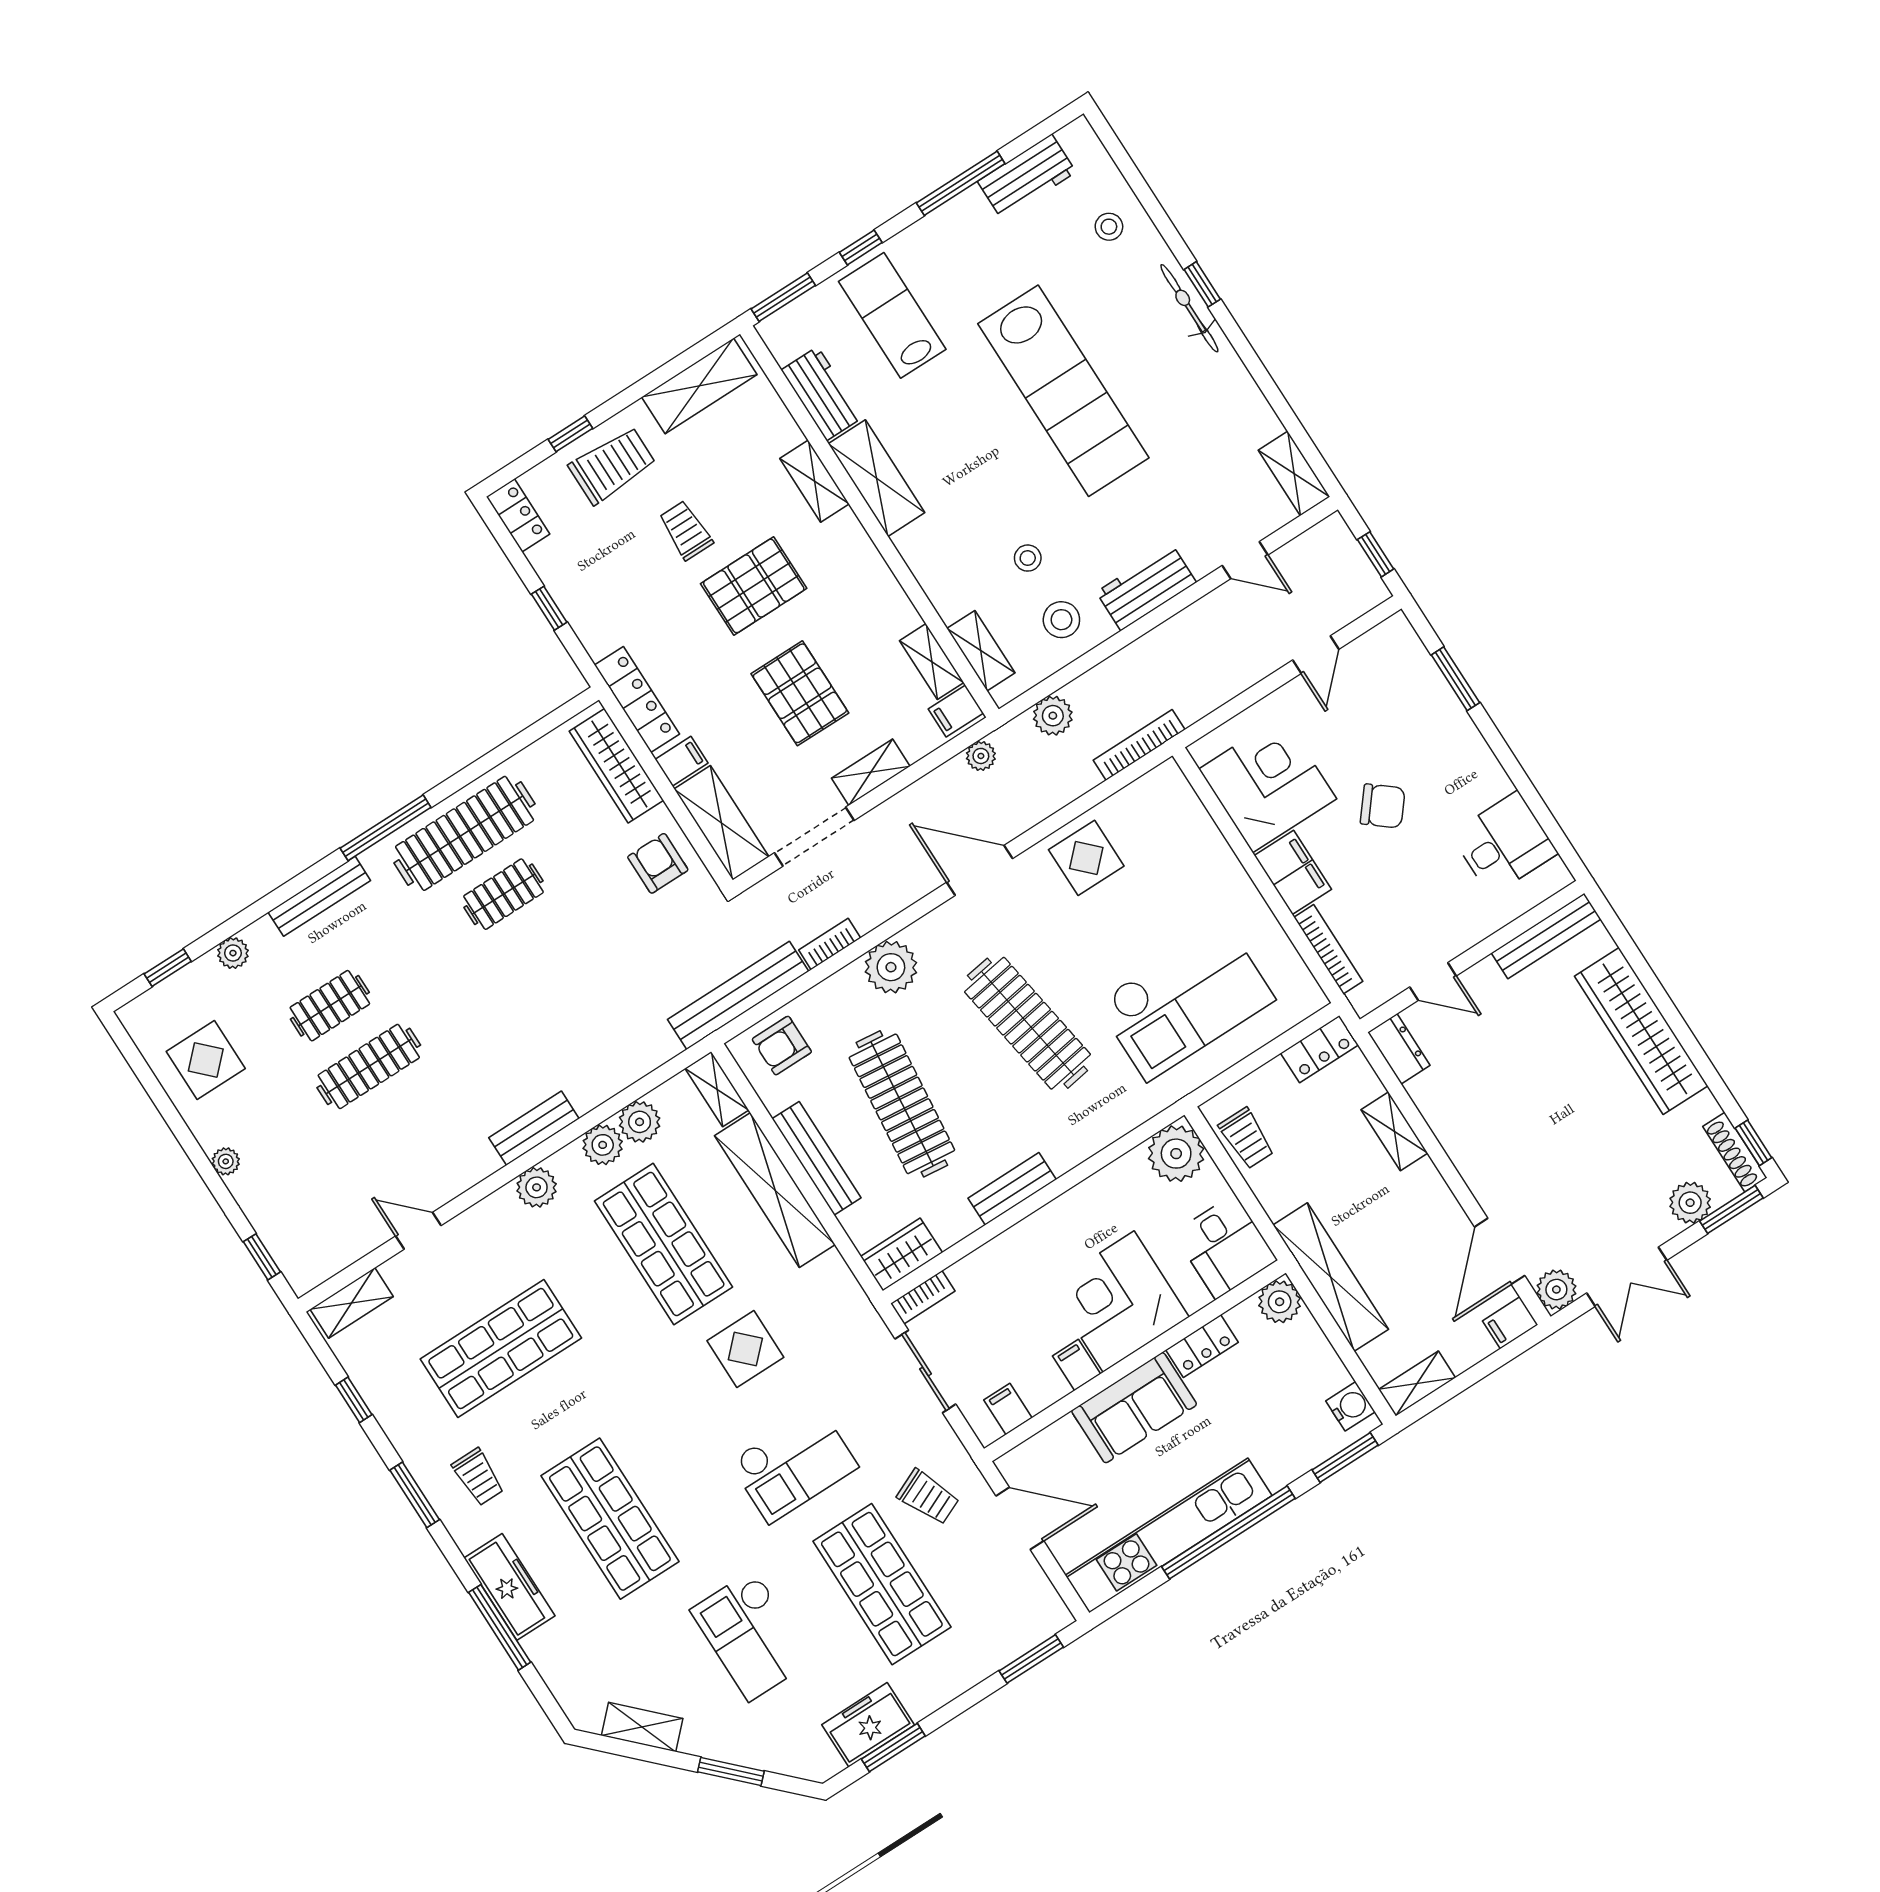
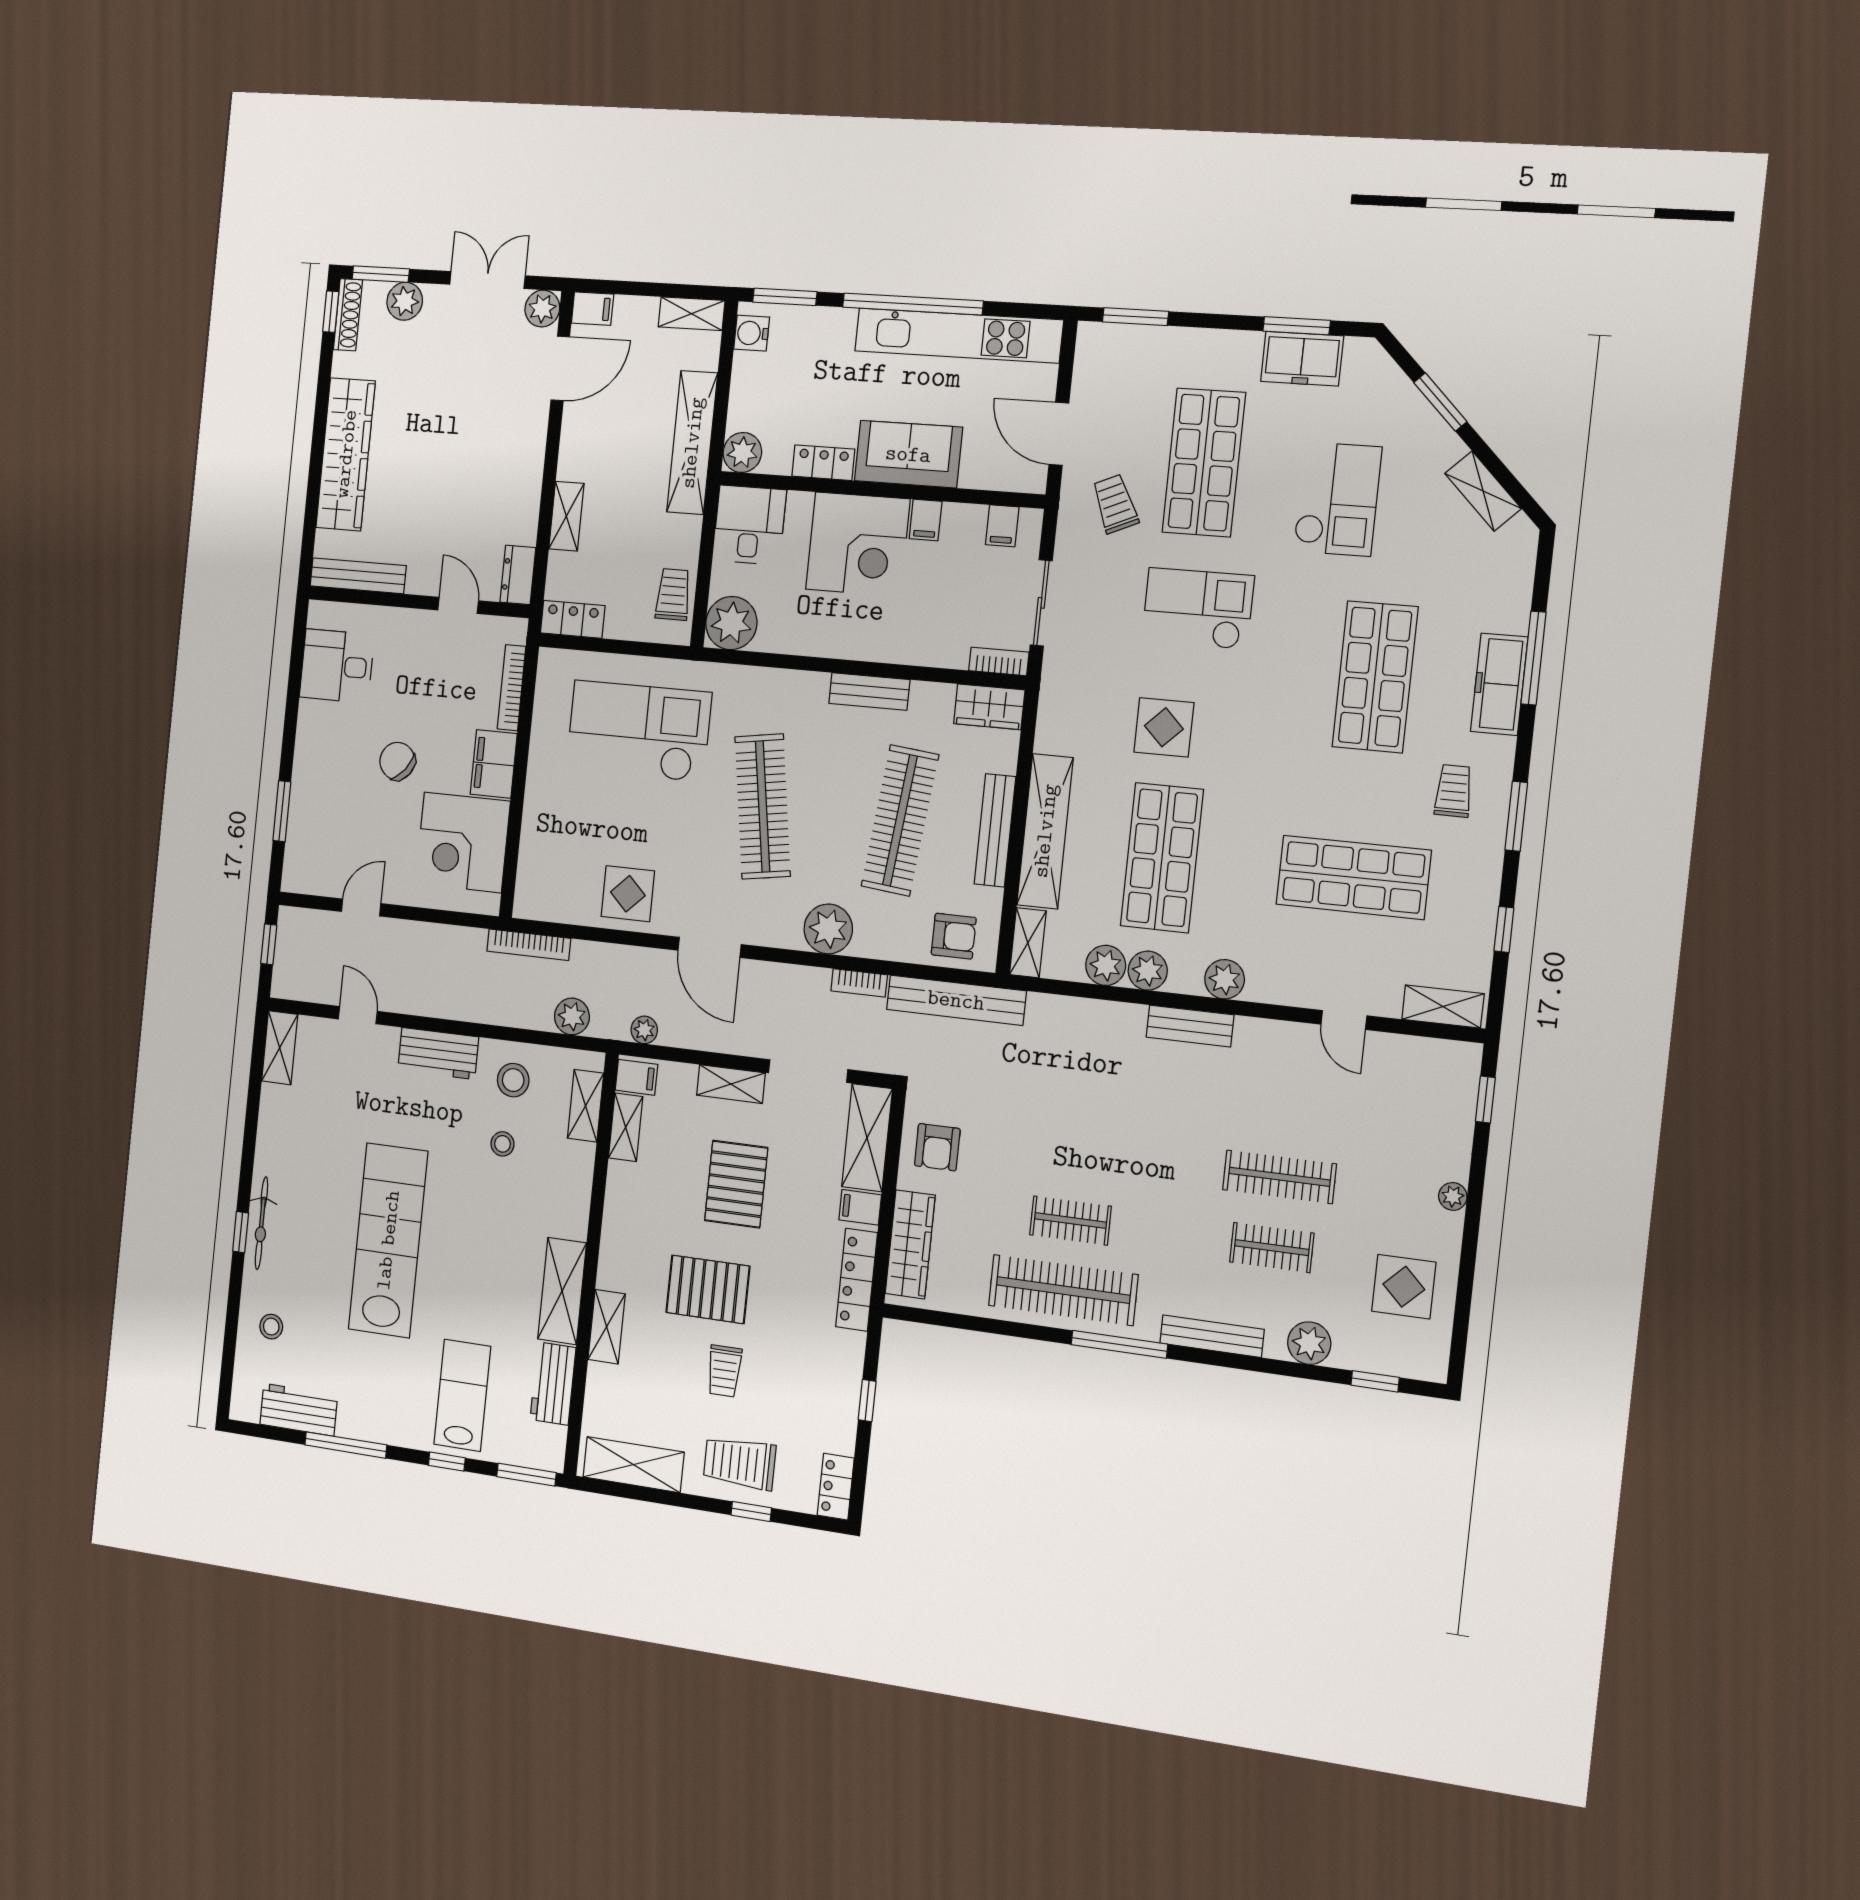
lab bench: (892, 315) -> (462, 1395), turned 180
plant: (233, 953) -> (1309, 1343), width x1.38, depth x1.38

